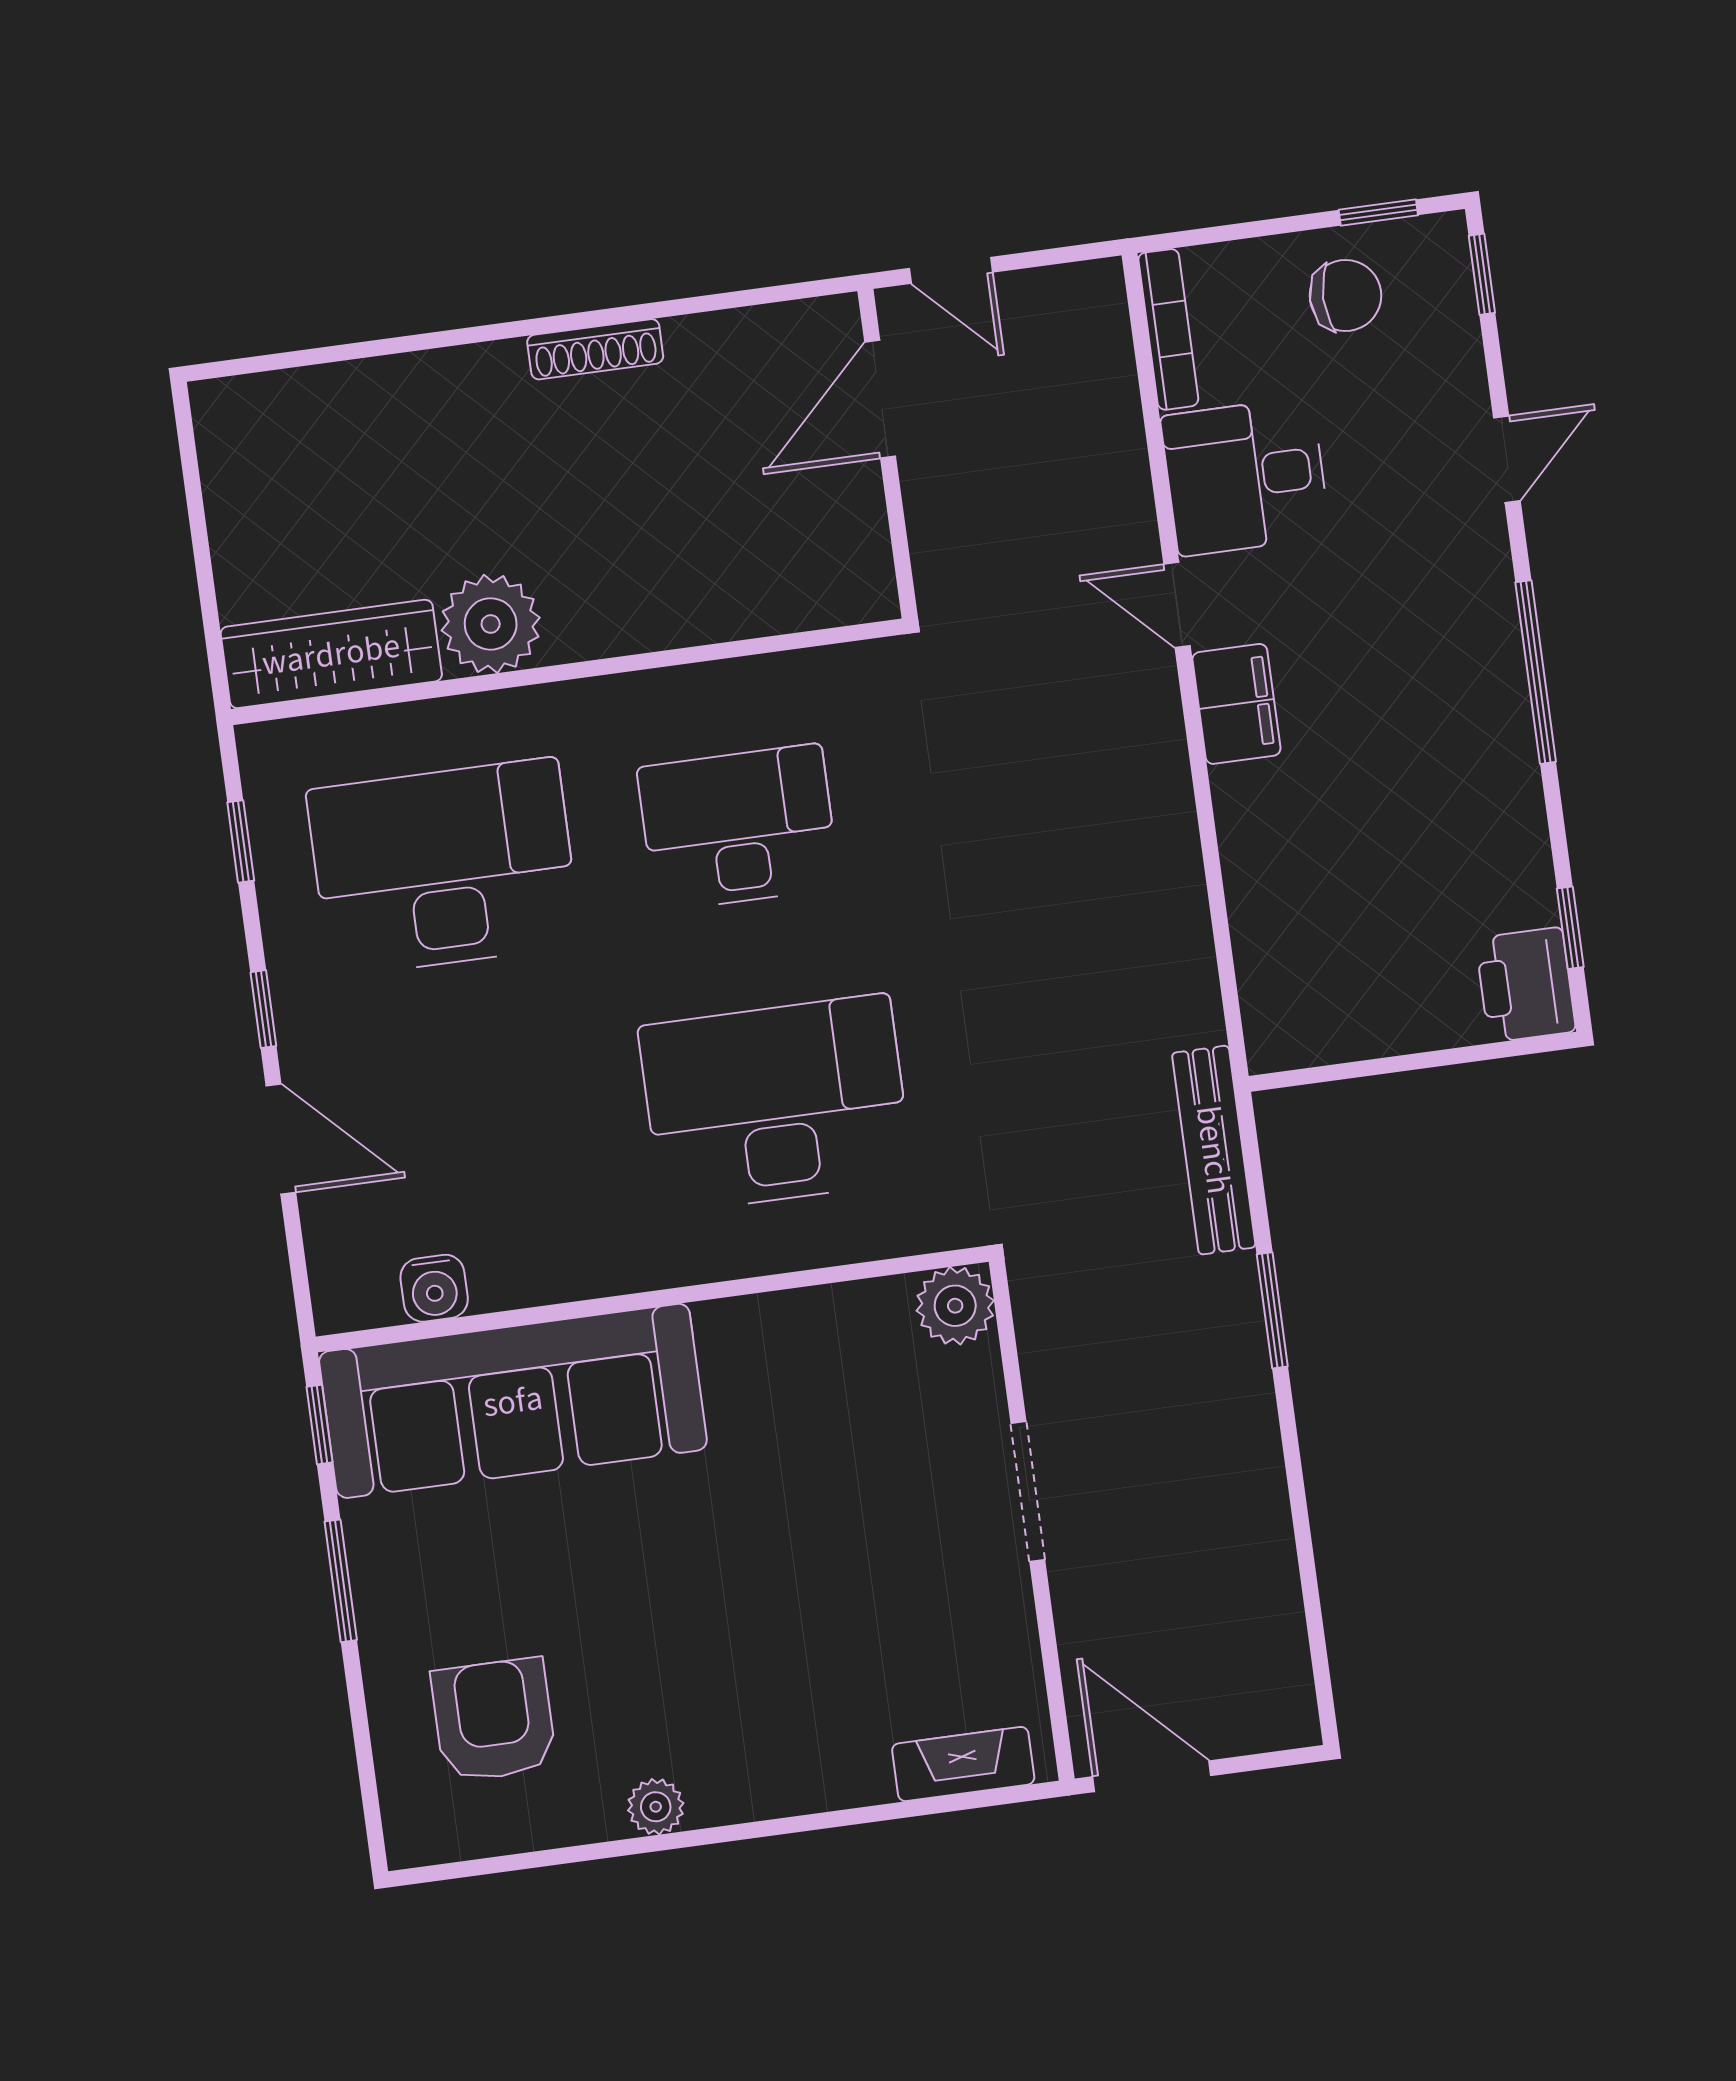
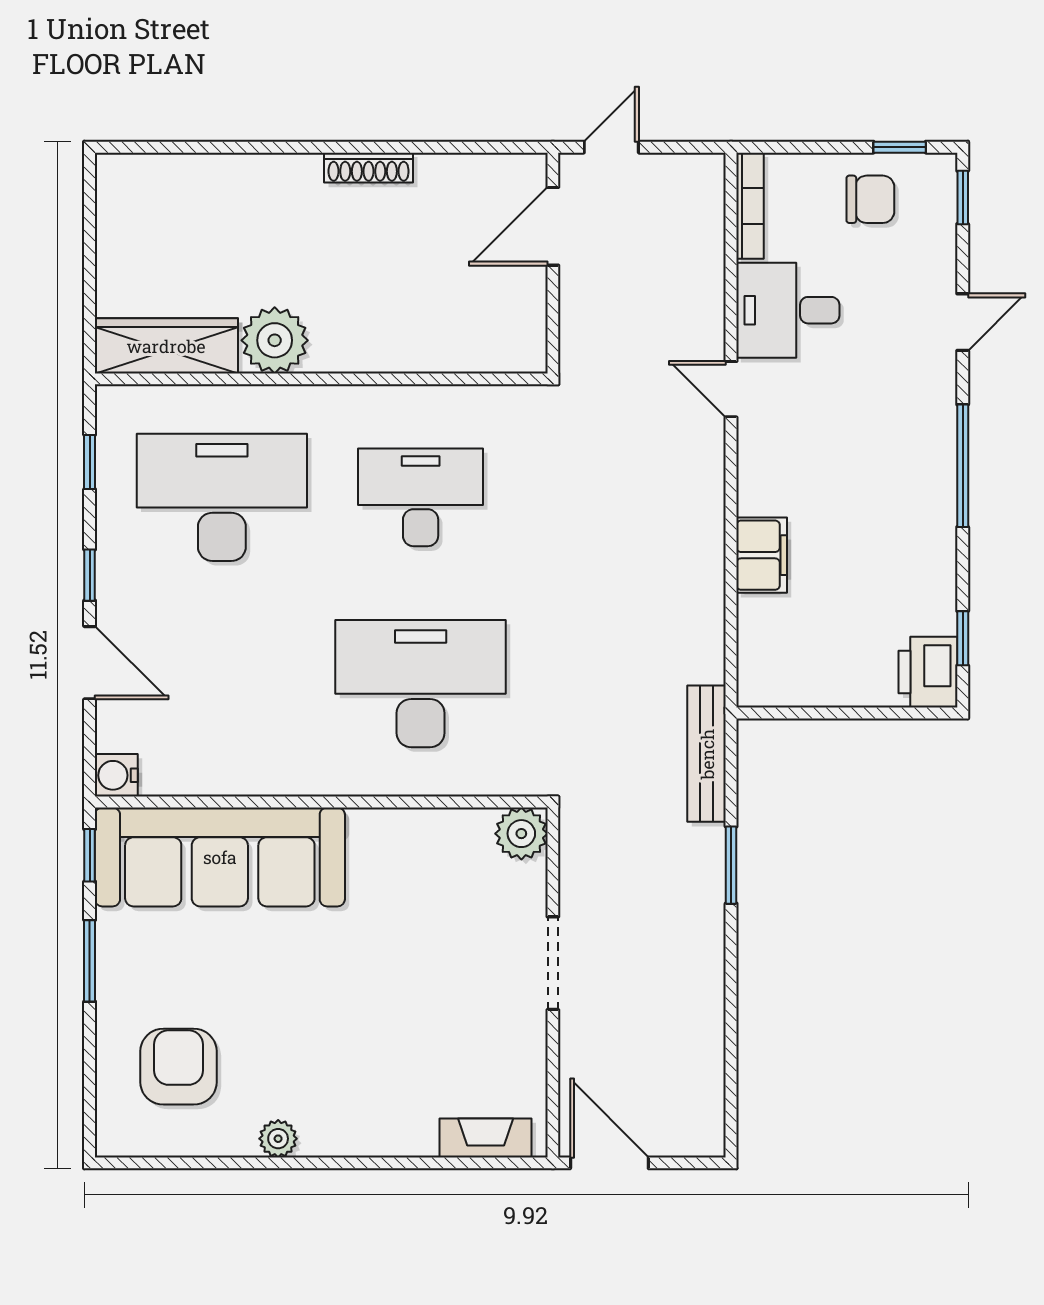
door: (951, 270) -> (611, 147), swing flipped
filing cabinet: (1236, 704) -> (762, 555), moved
water cooler: (434, 1288) -> (116, 775), moved, turned 90

